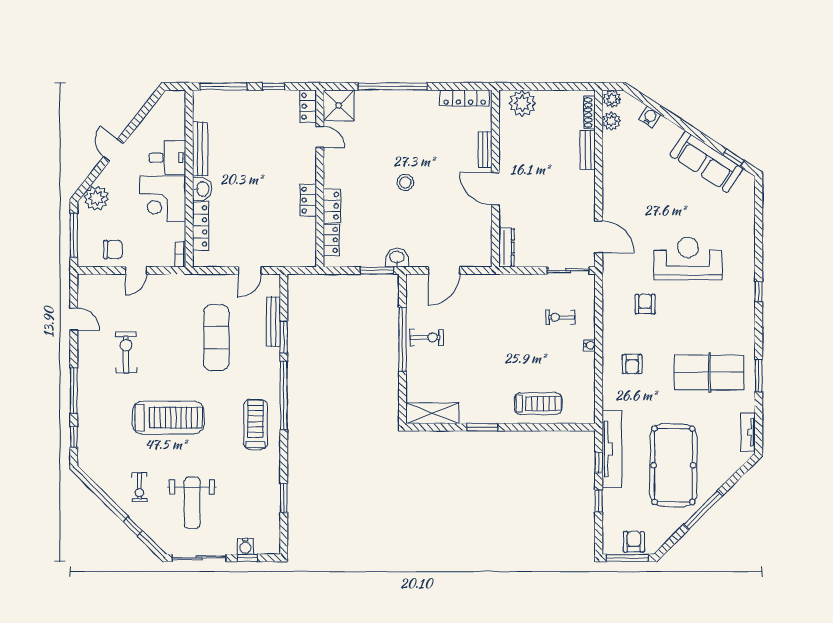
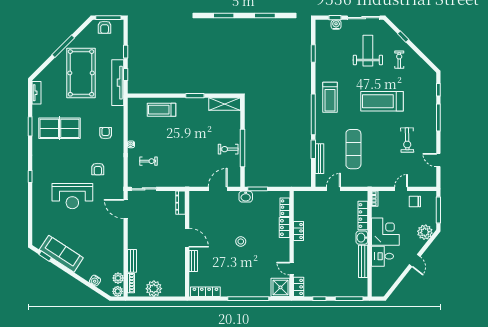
plant: (522, 103) -> (154, 289), moved

